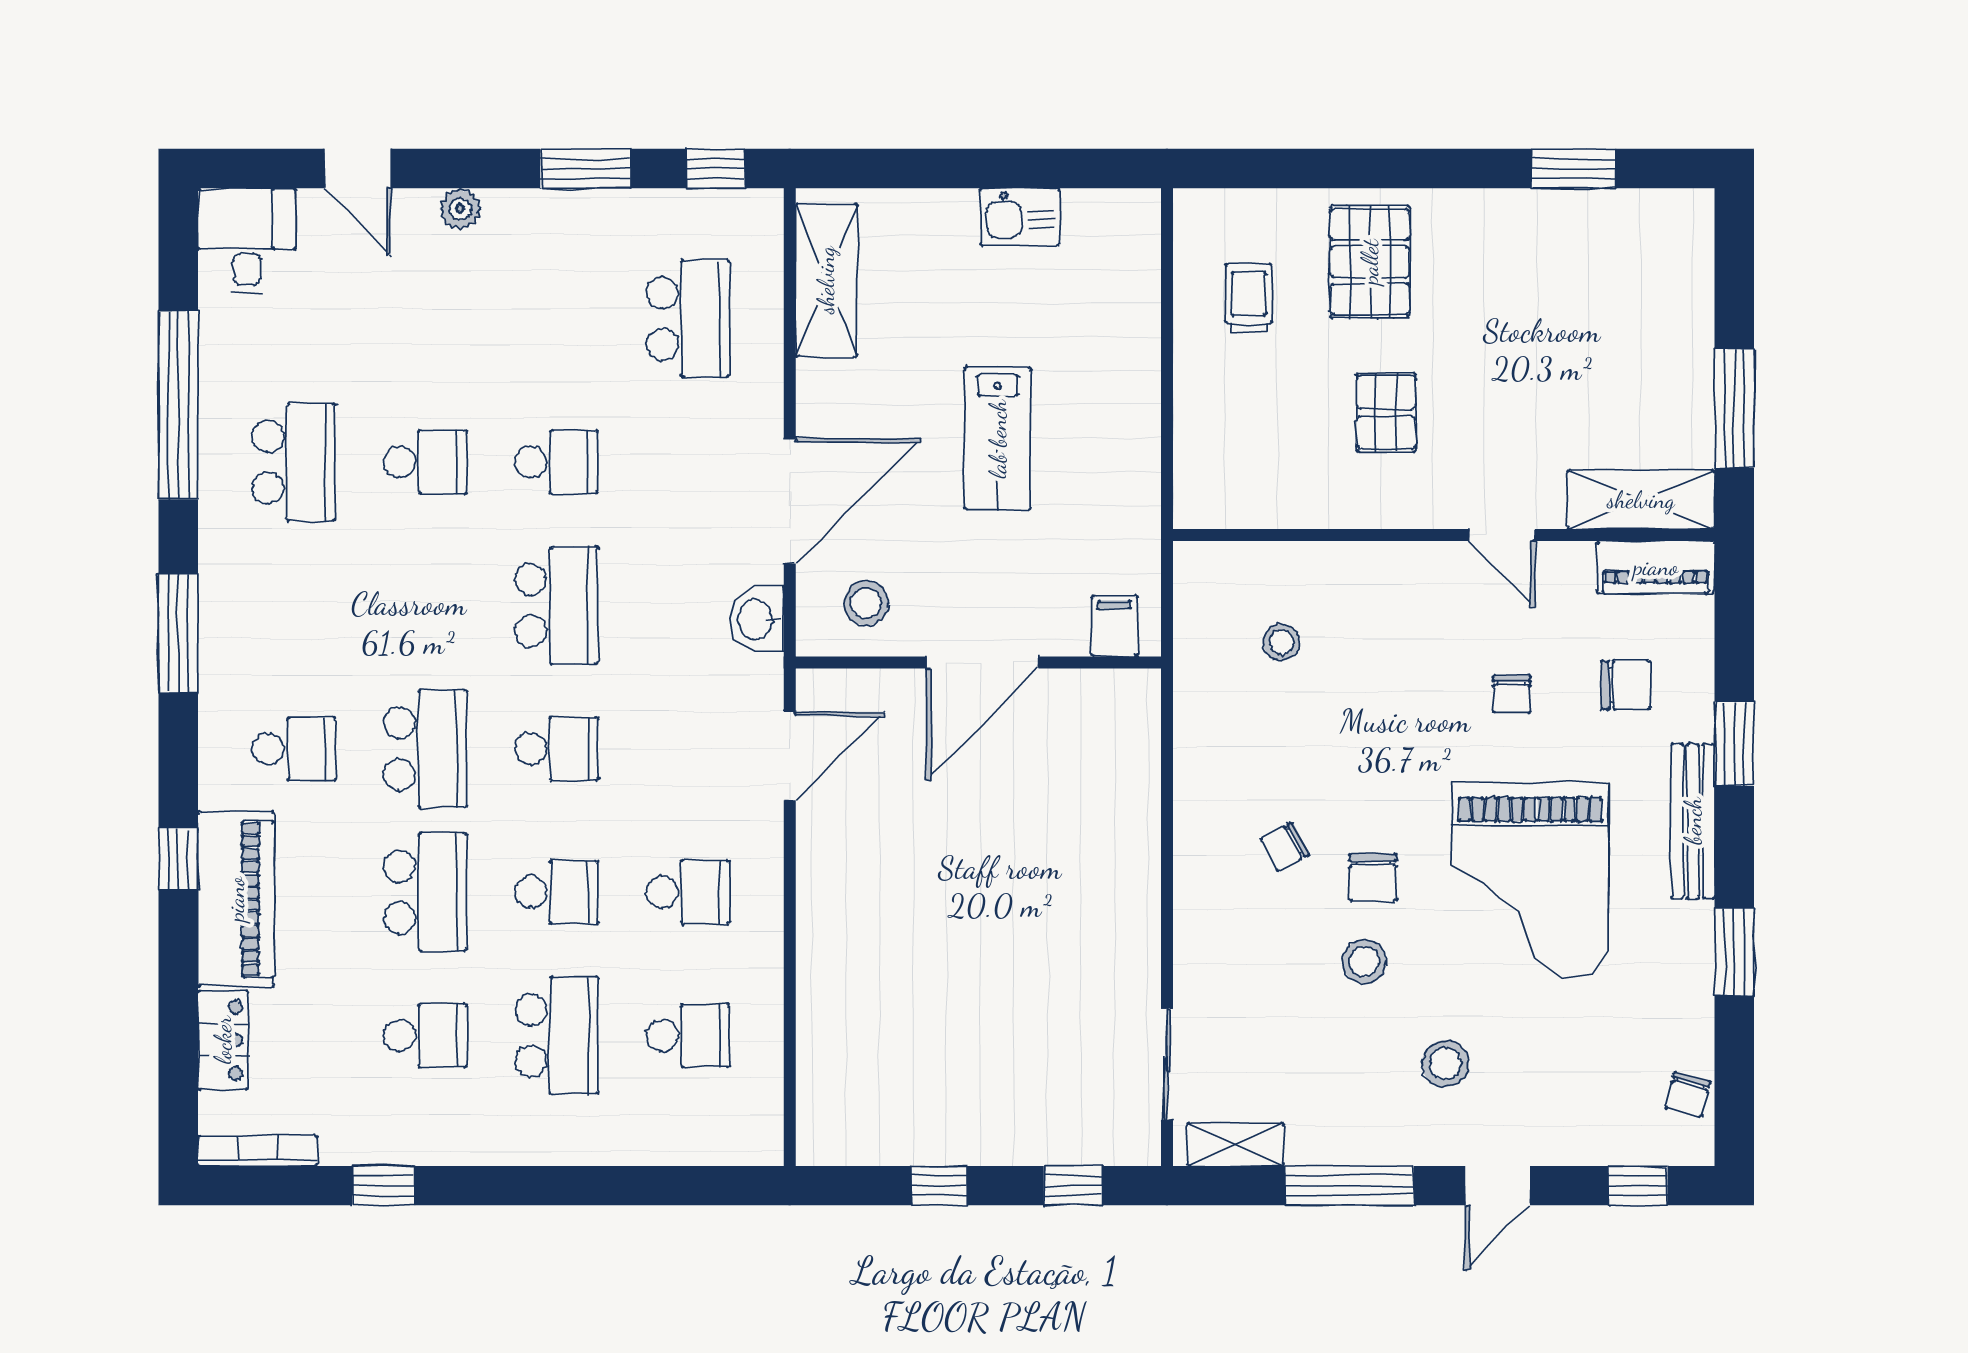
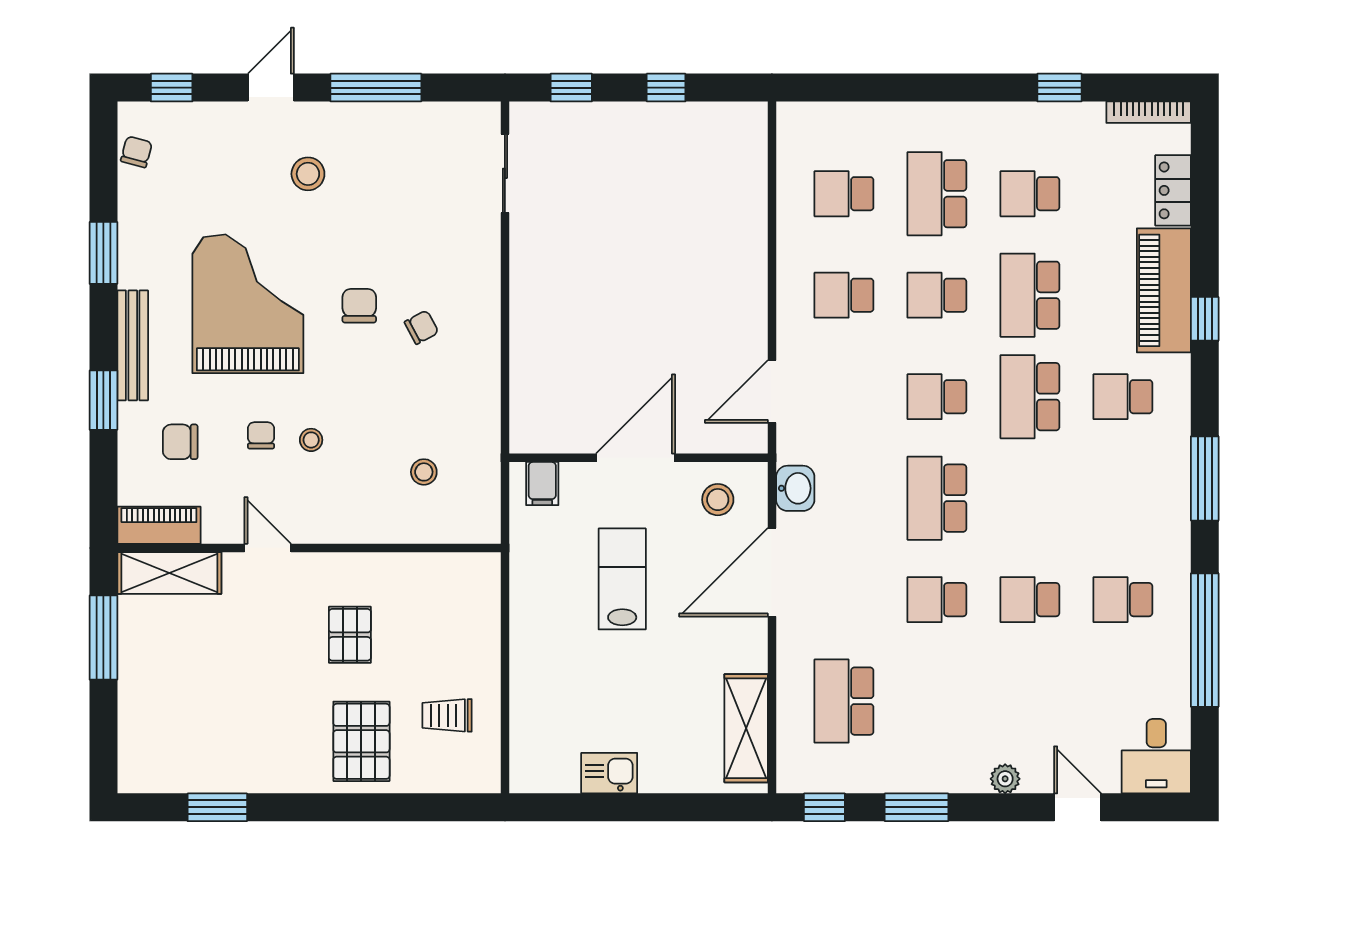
trolley: (1249, 298) -> (447, 715), turned 90
lab bench: (998, 439) -> (622, 579), moved
school desk: (294, 462) -> (1123, 600), width x0.54
stool: (1364, 962) -> (311, 440), moved, width x0.73, depth x0.73
shelving: (1236, 1144) -> (456, 117), removed

